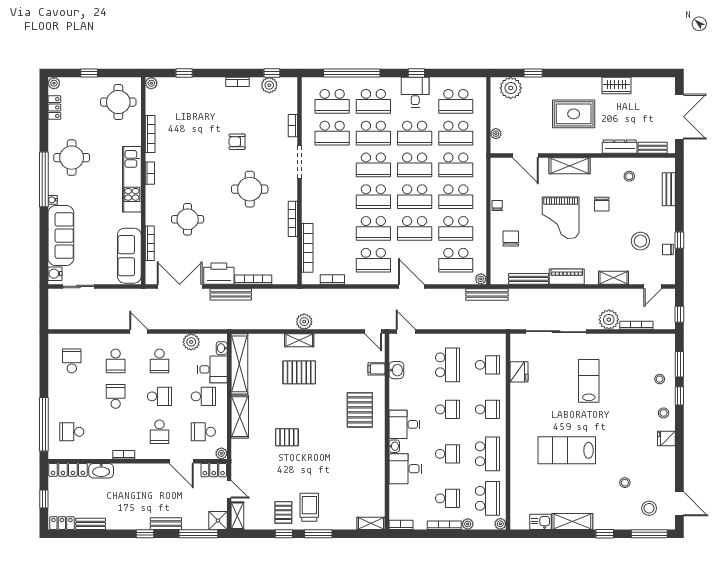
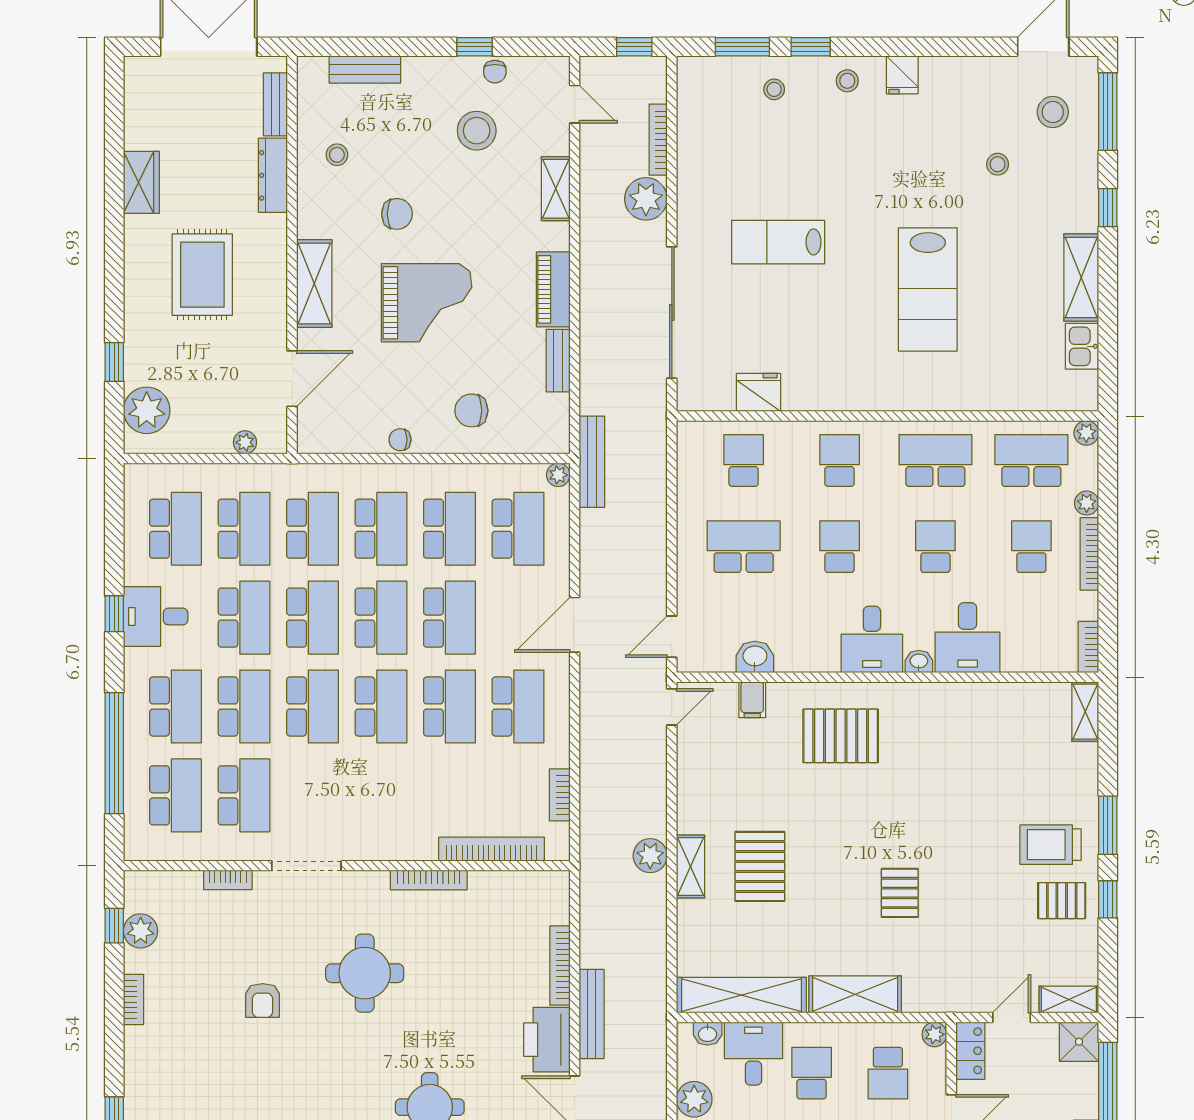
bench: (529, 279) -> (558, 361), width x0.73

